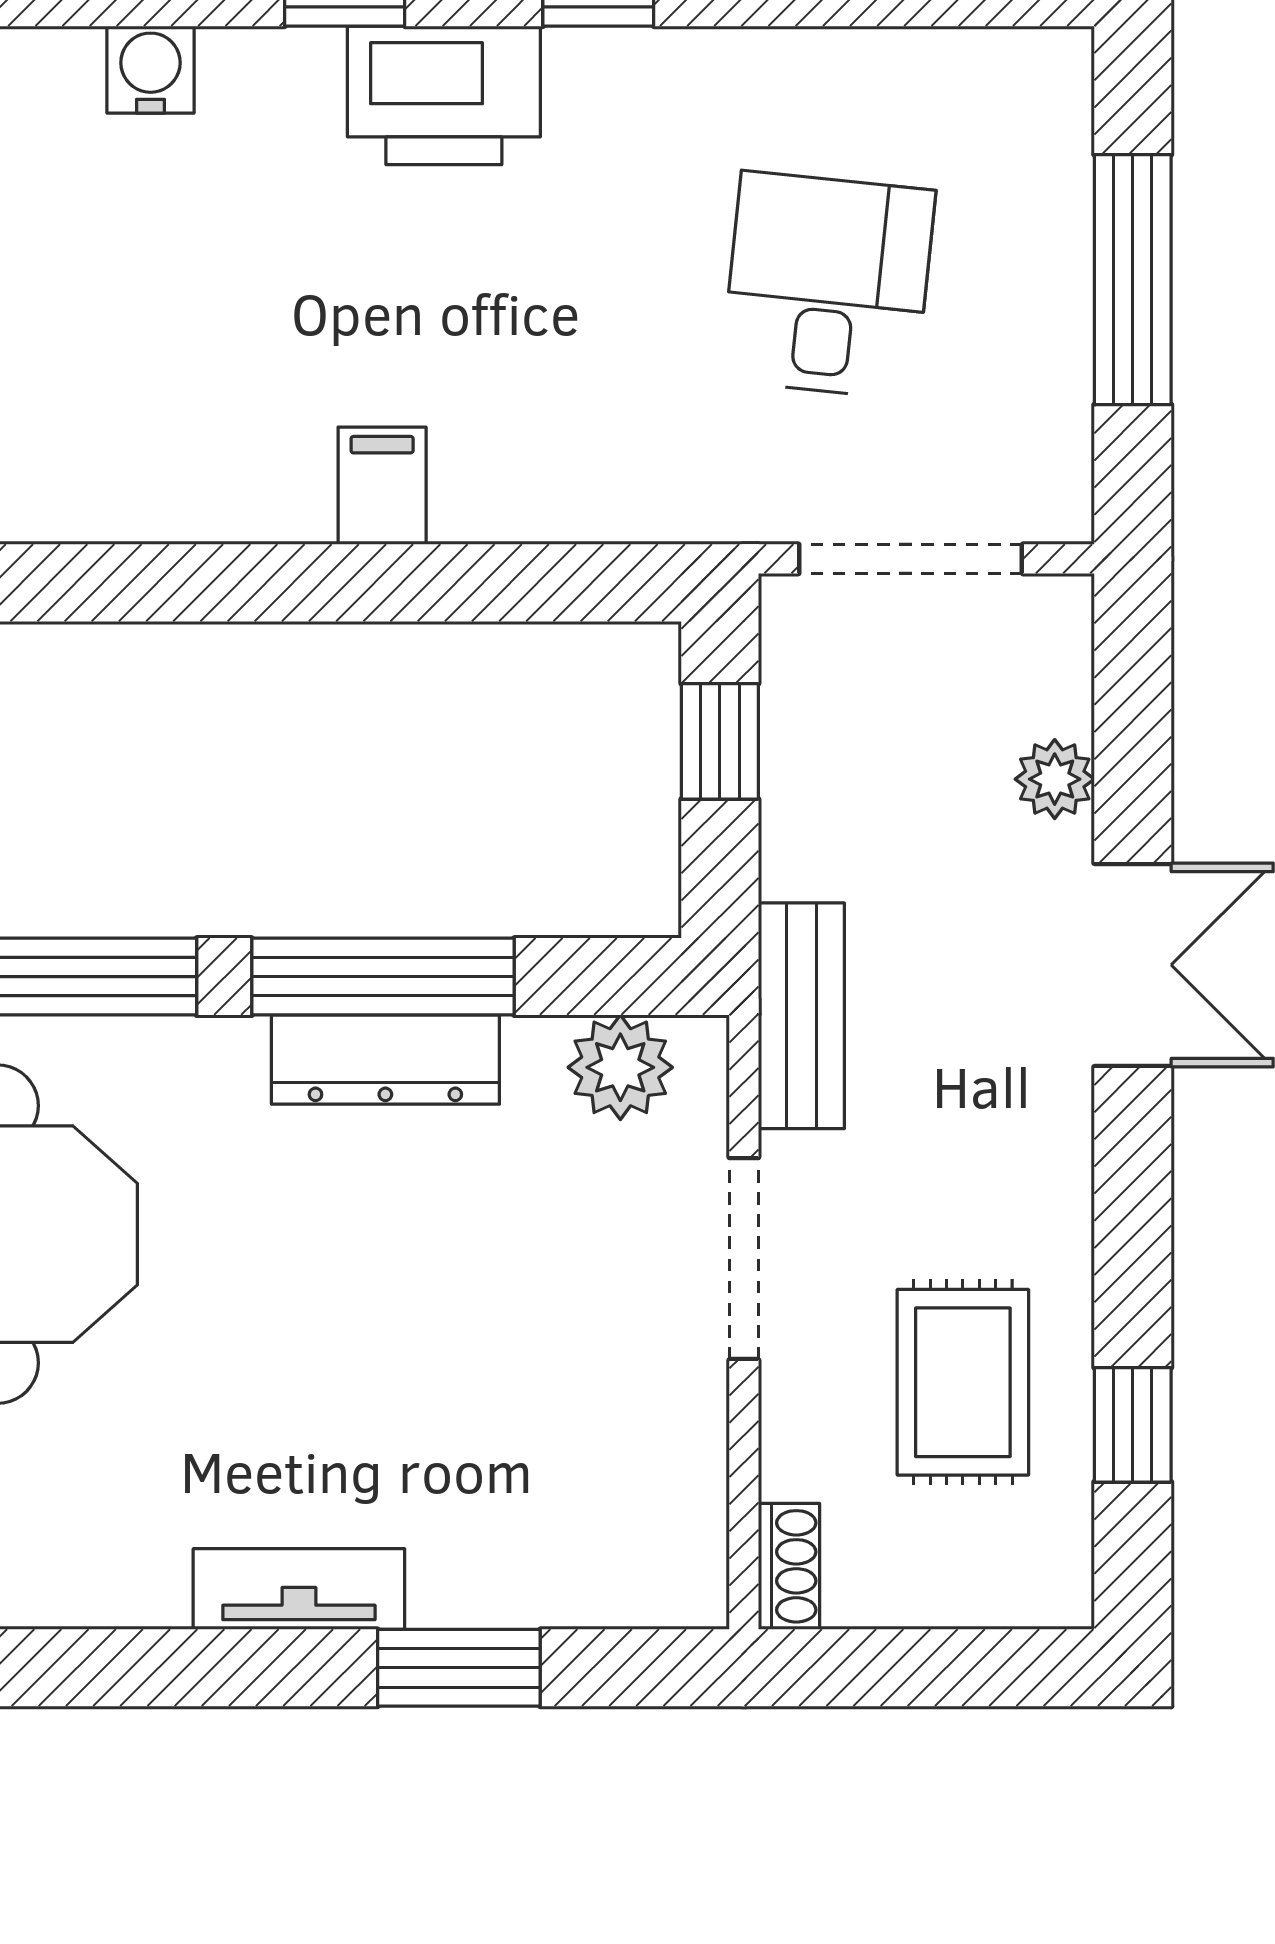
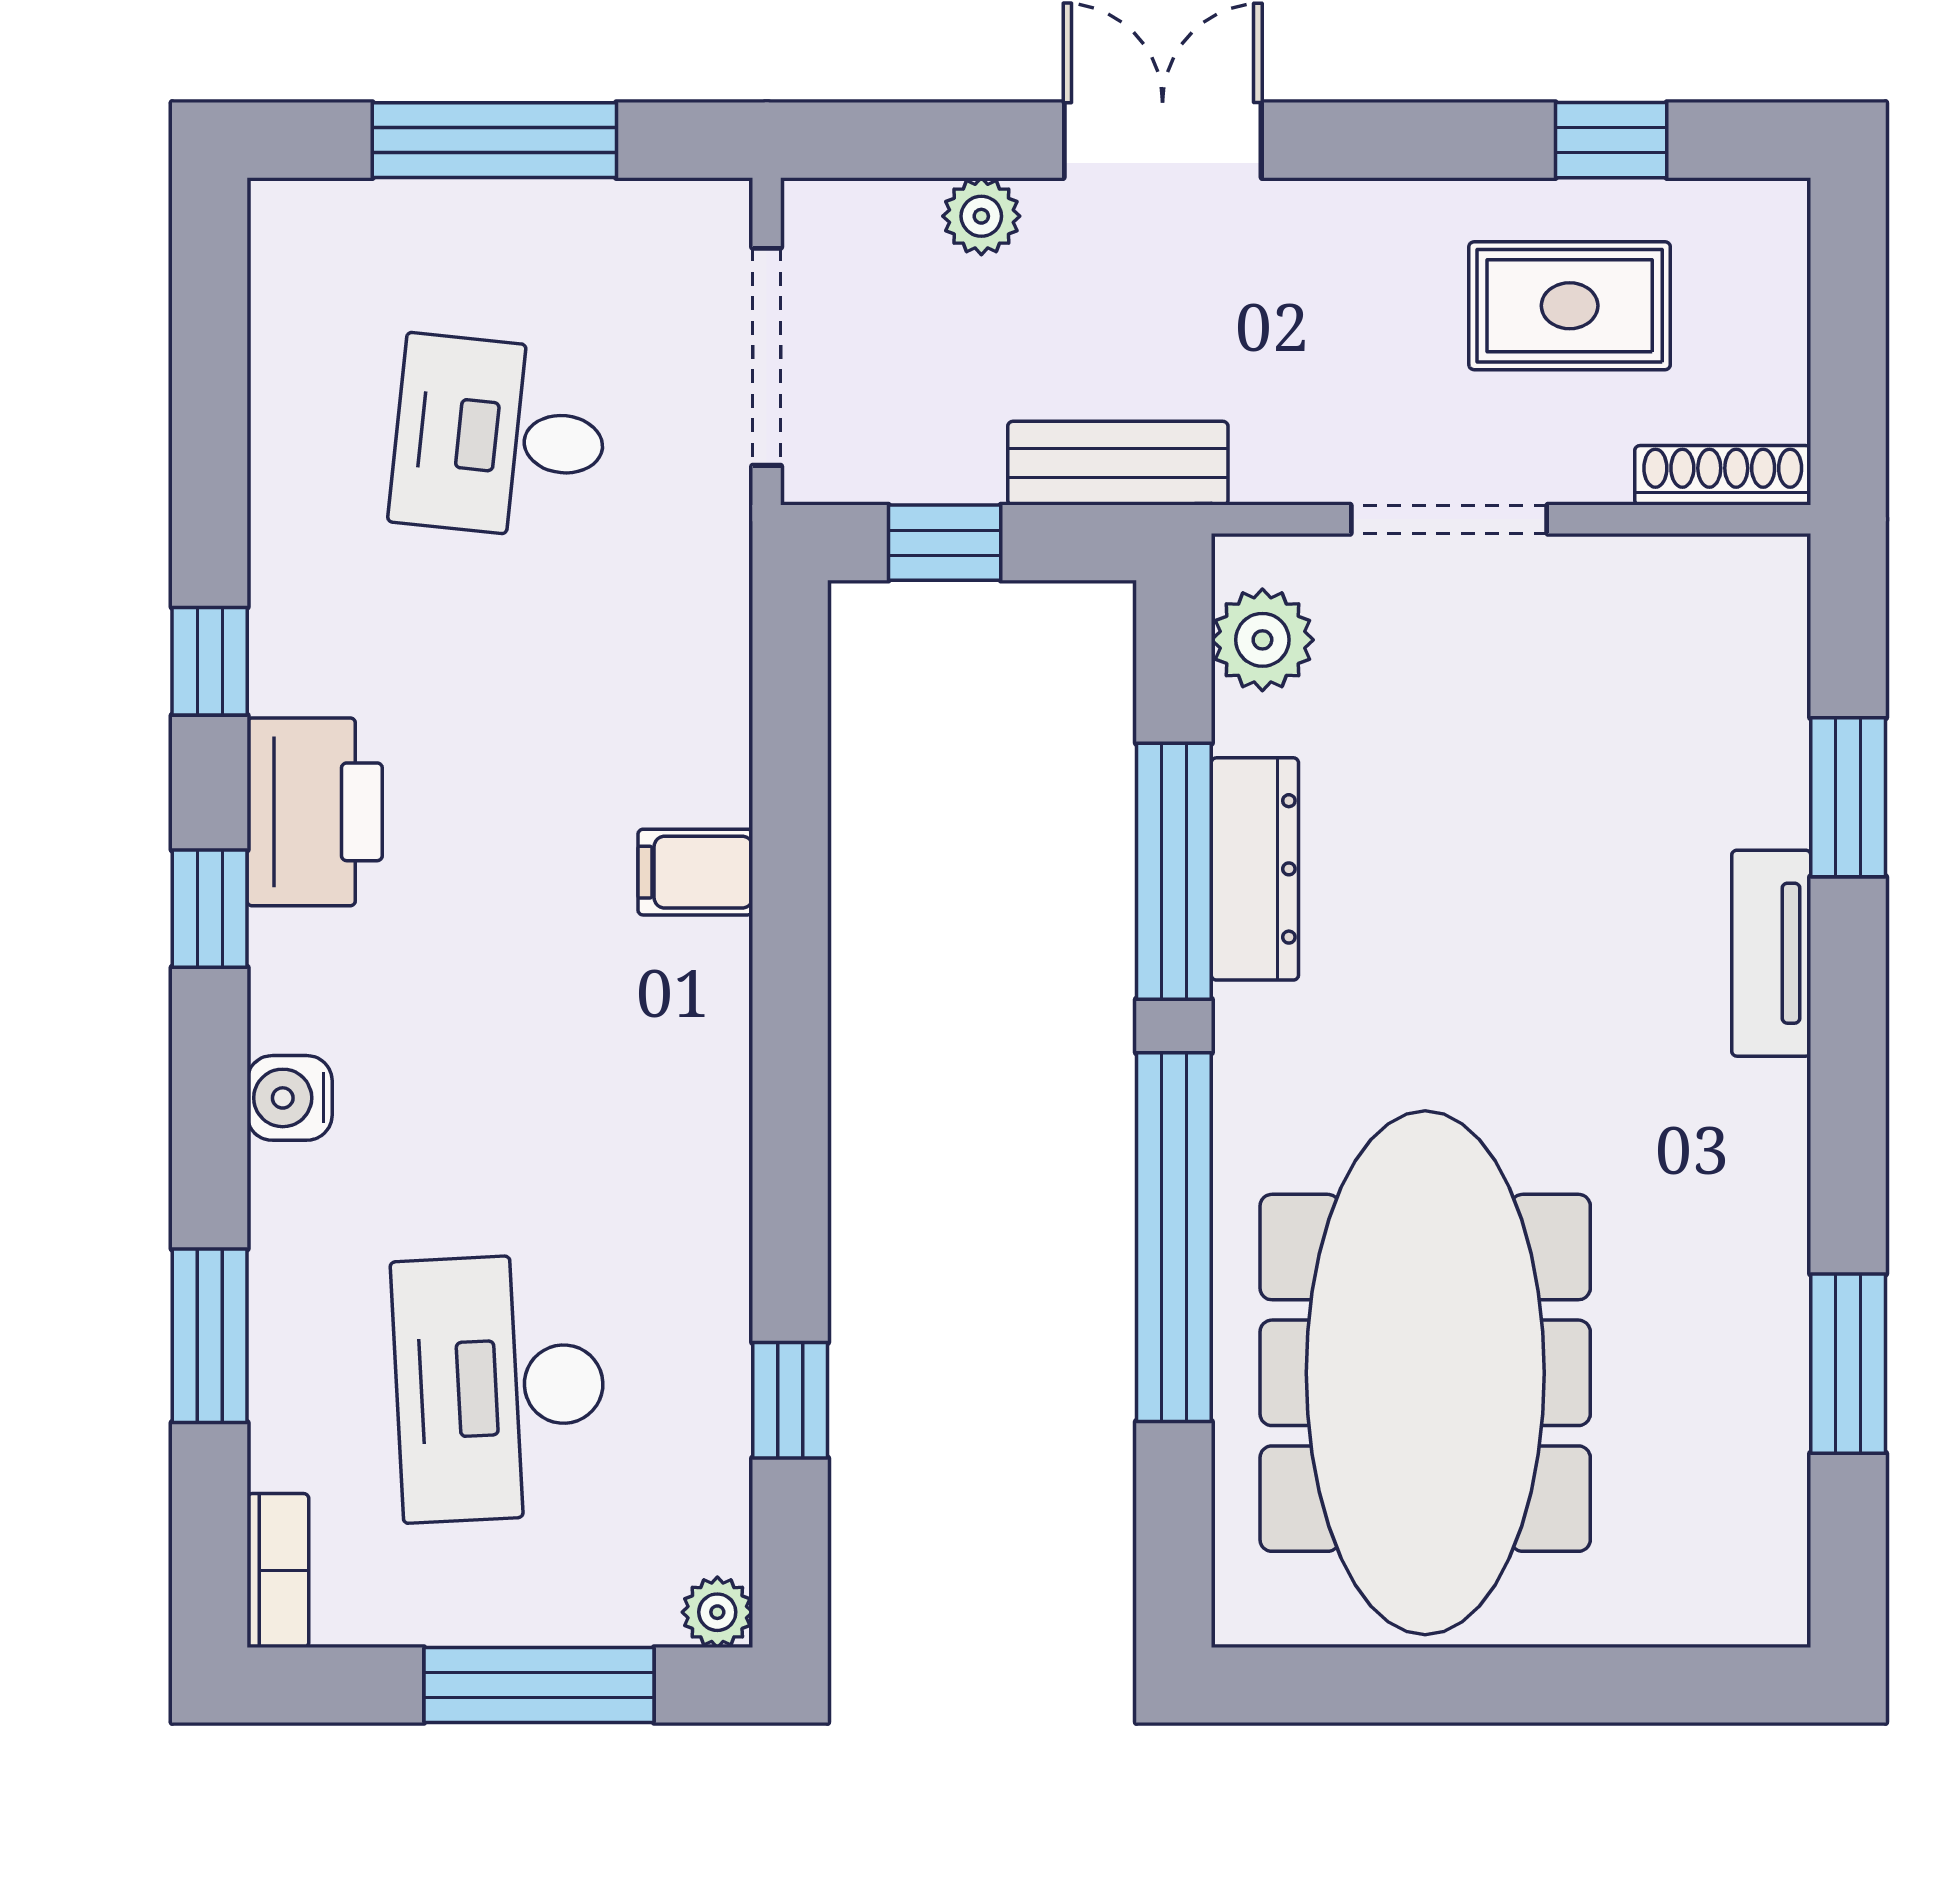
bench: (801, 1016) -> (1118, 463), moved
shoe rack: (789, 1566) -> (1723, 475), width x1.43

